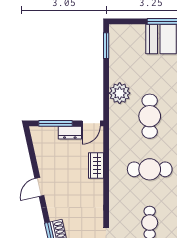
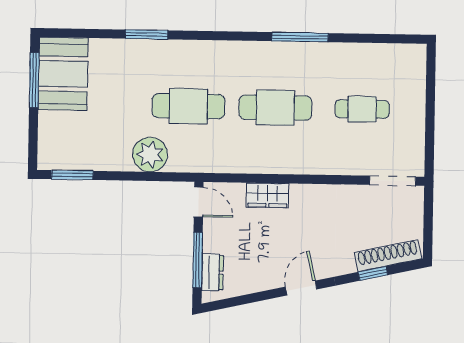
dresser: (70, 133) -> (212, 272), moved
cafe table: (150, 169) -> (275, 108), turned 90
door: (39, 187) -> (301, 288), swing flipped

